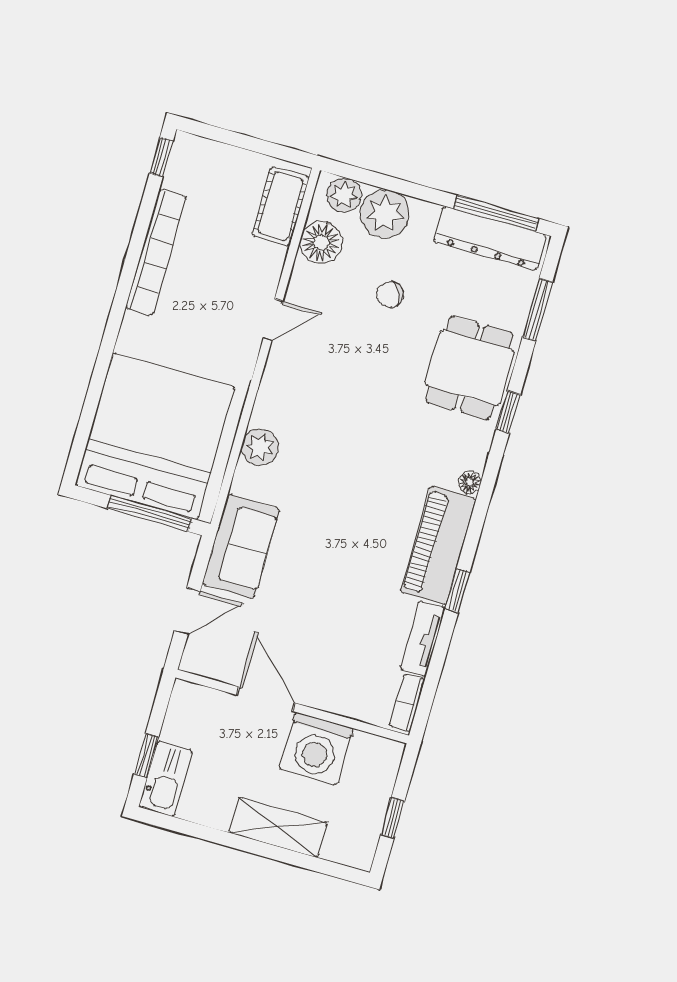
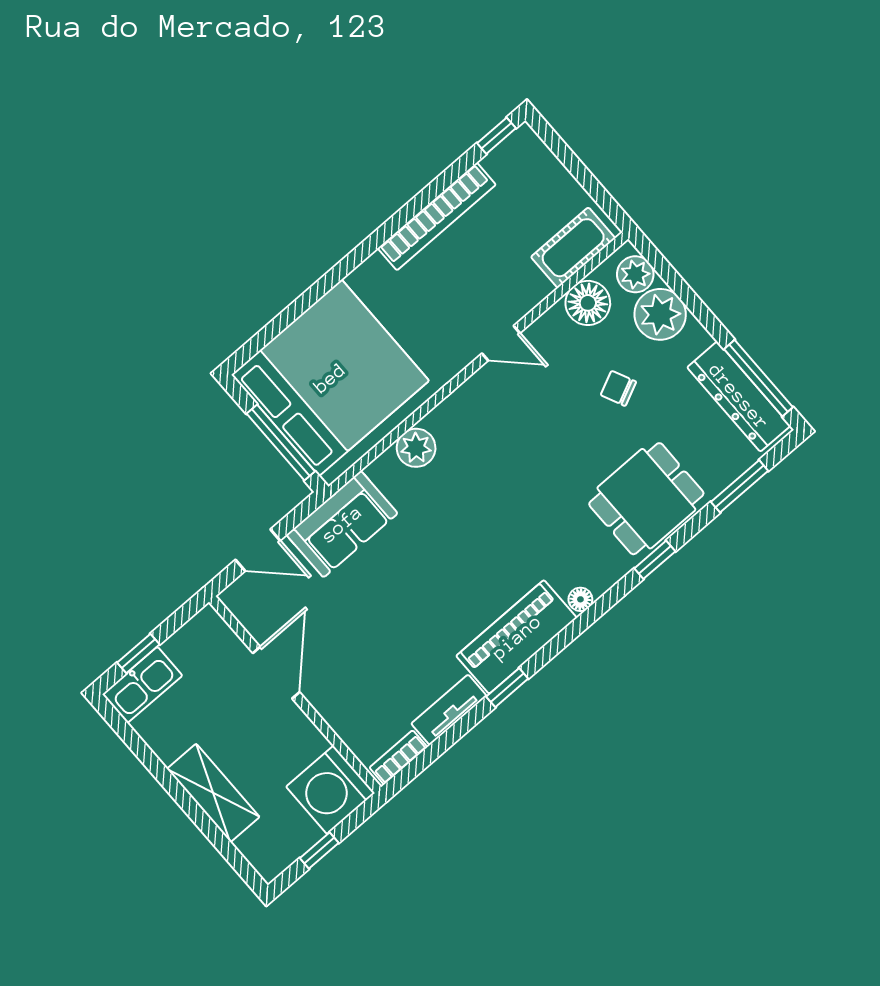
washing machine: (316, 749) -> (330, 790), moved

